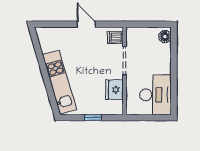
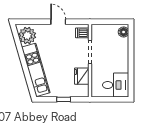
plant: (49, 41) -> (27, 36), added
desk: (155, 95) -> (116, 85), width x0.73

